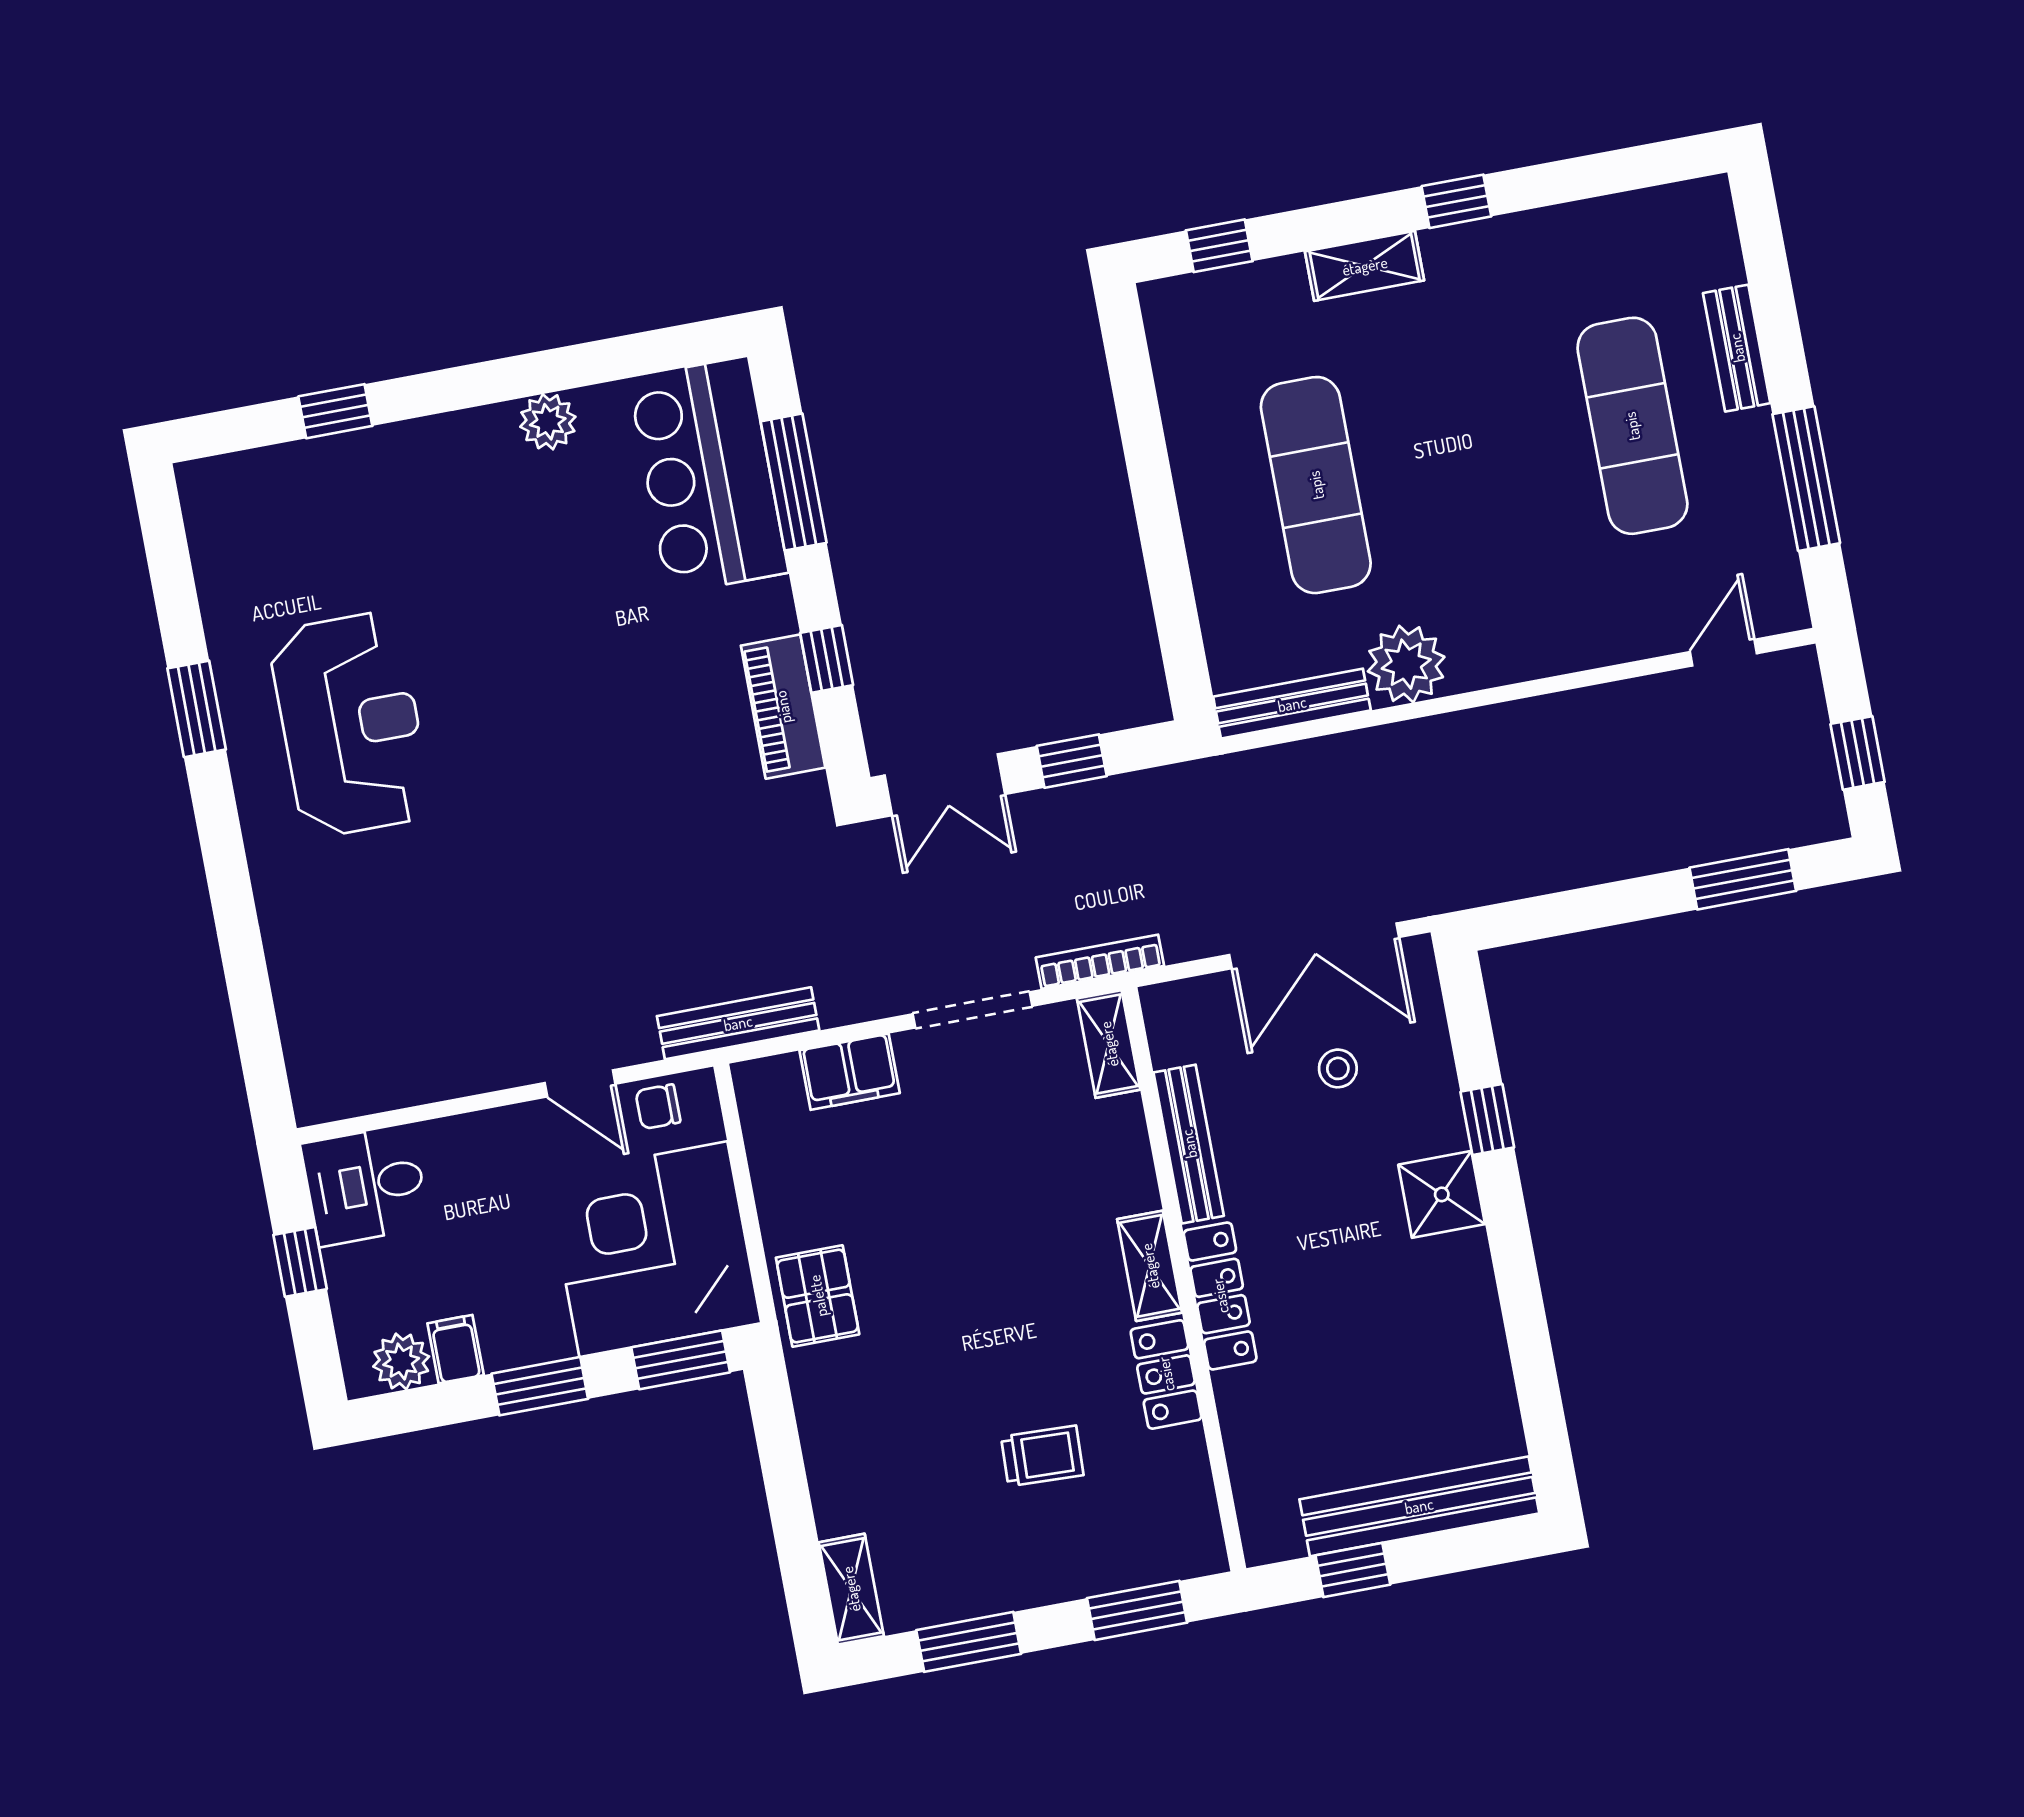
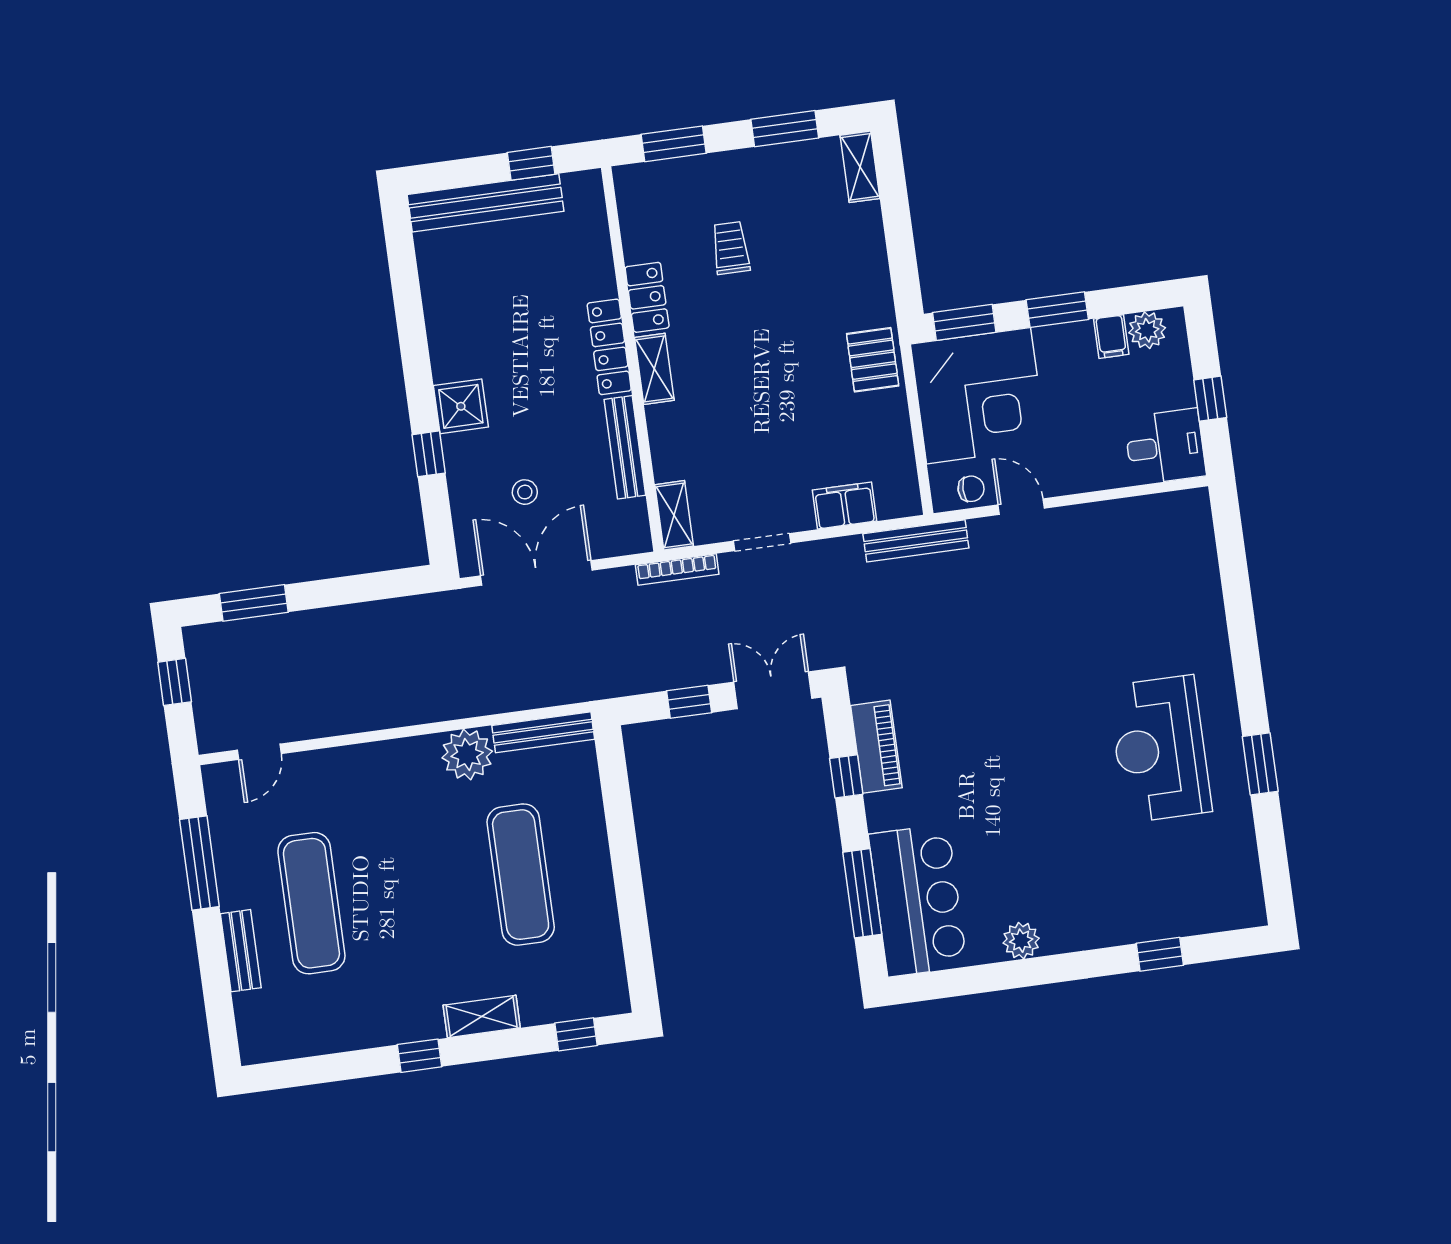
doorway: (973, 1010) -> (762, 542), width x0.73
trolley: (1042, 1456) -> (731, 248), turned 88

